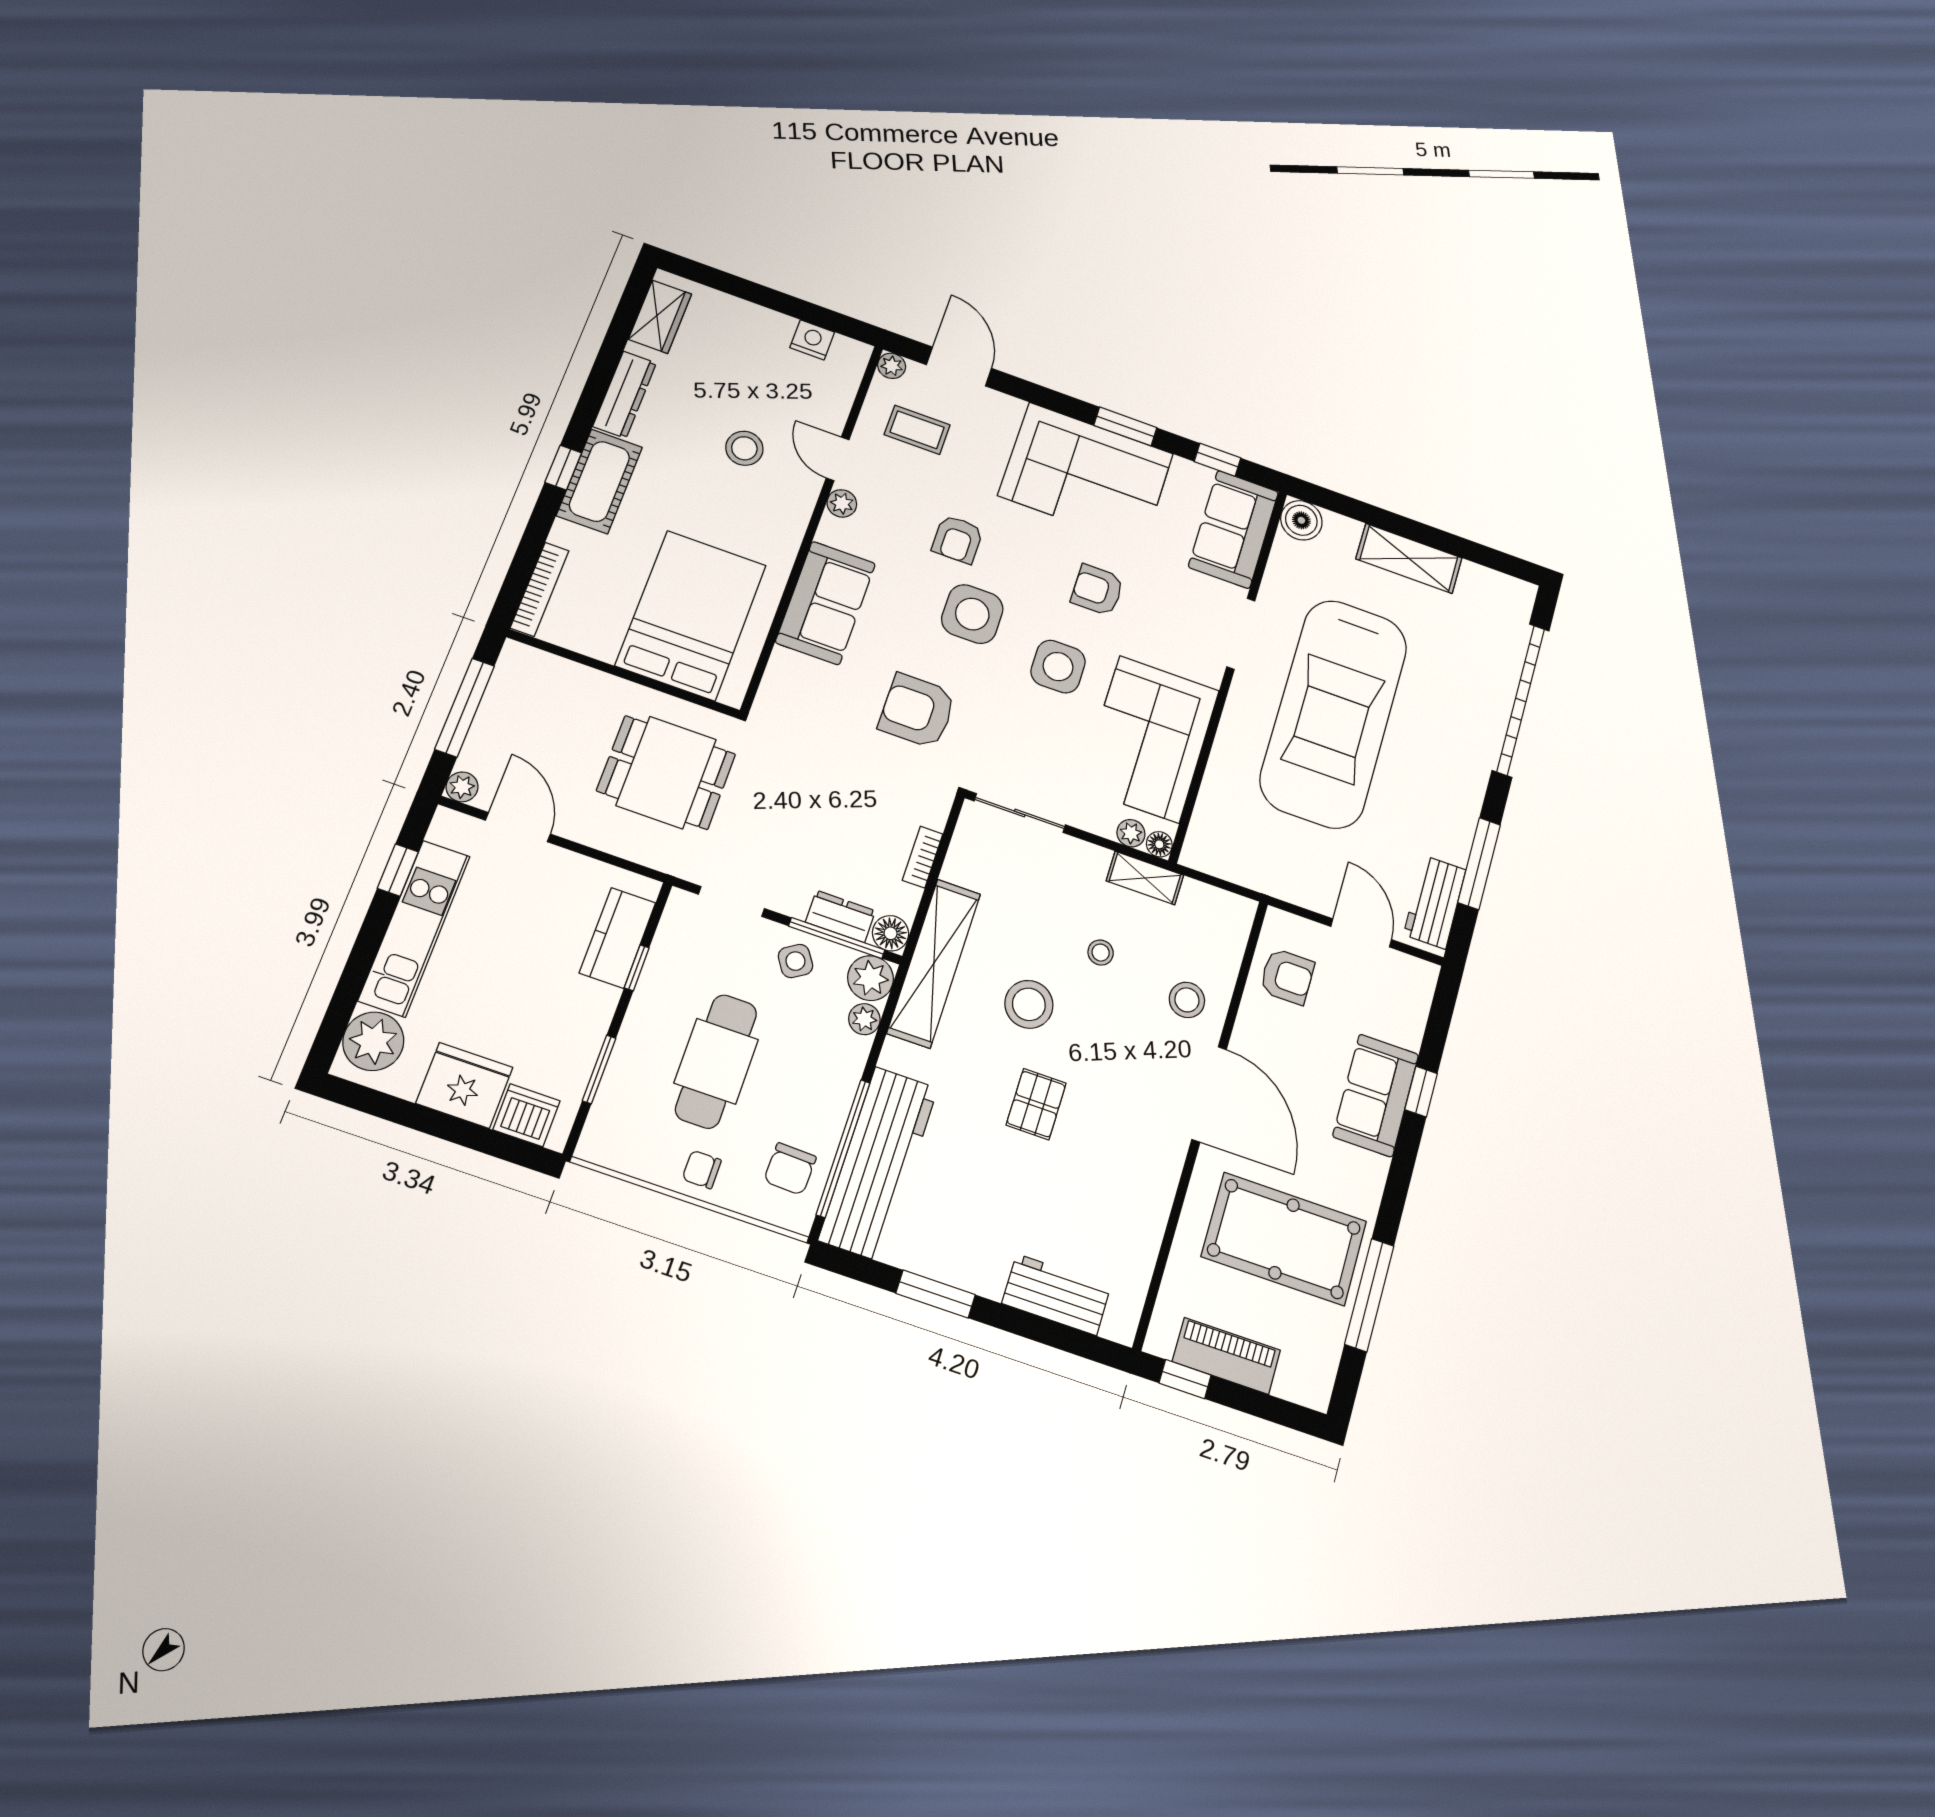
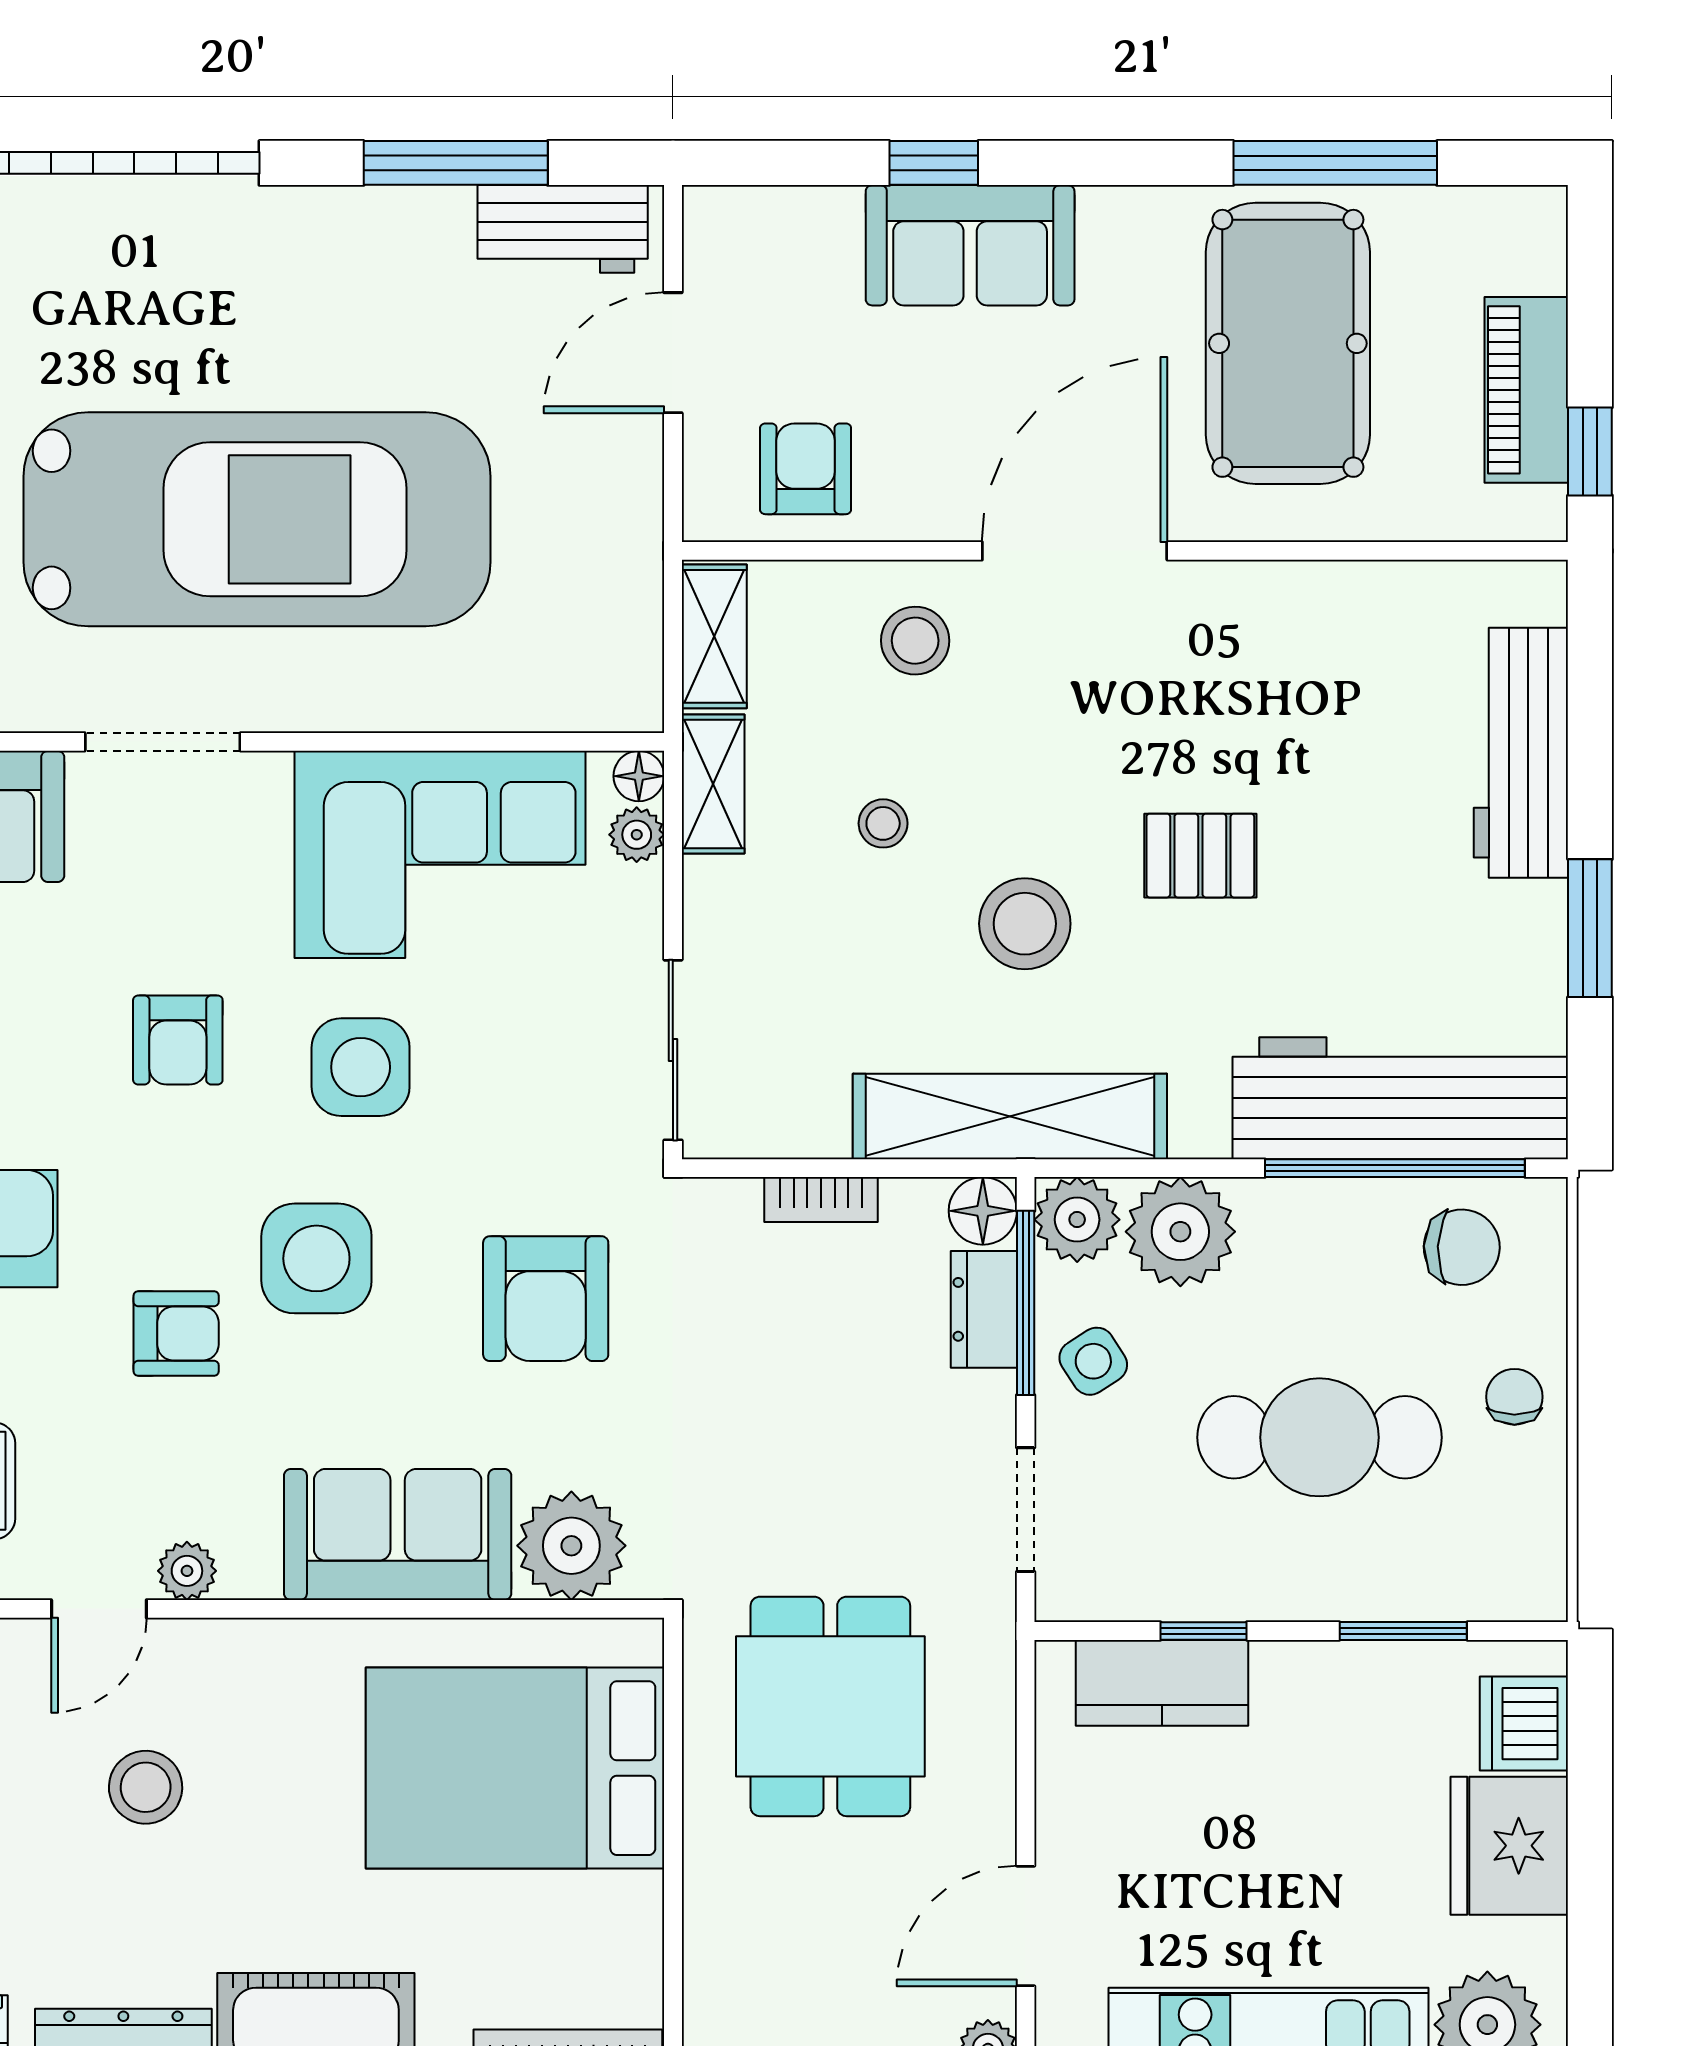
plant: (791, 680) -> (571, 1546), added
shelving: (1217, 904) -> (714, 636), added
plant: (864, 1019) -> (1180, 1232), width x1.88, depth x1.88
chair: (702, 1170) -> (1514, 1397), turned 180
workbench: (1056, 1295) -> (1521, 753), width x1.38

